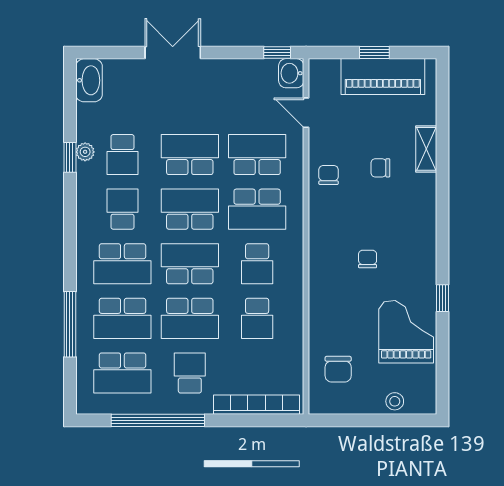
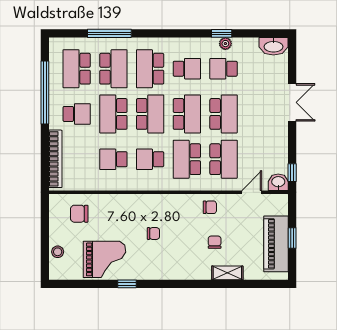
school desk: (122, 318) -> (113, 69), turned 180

